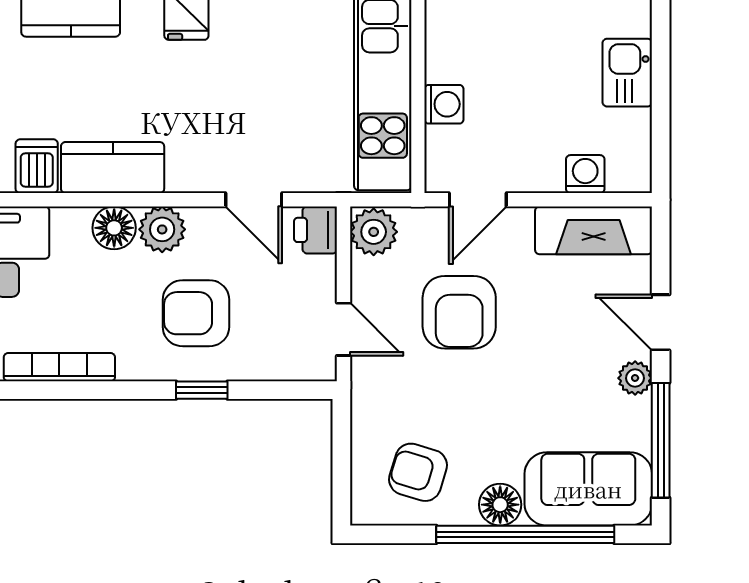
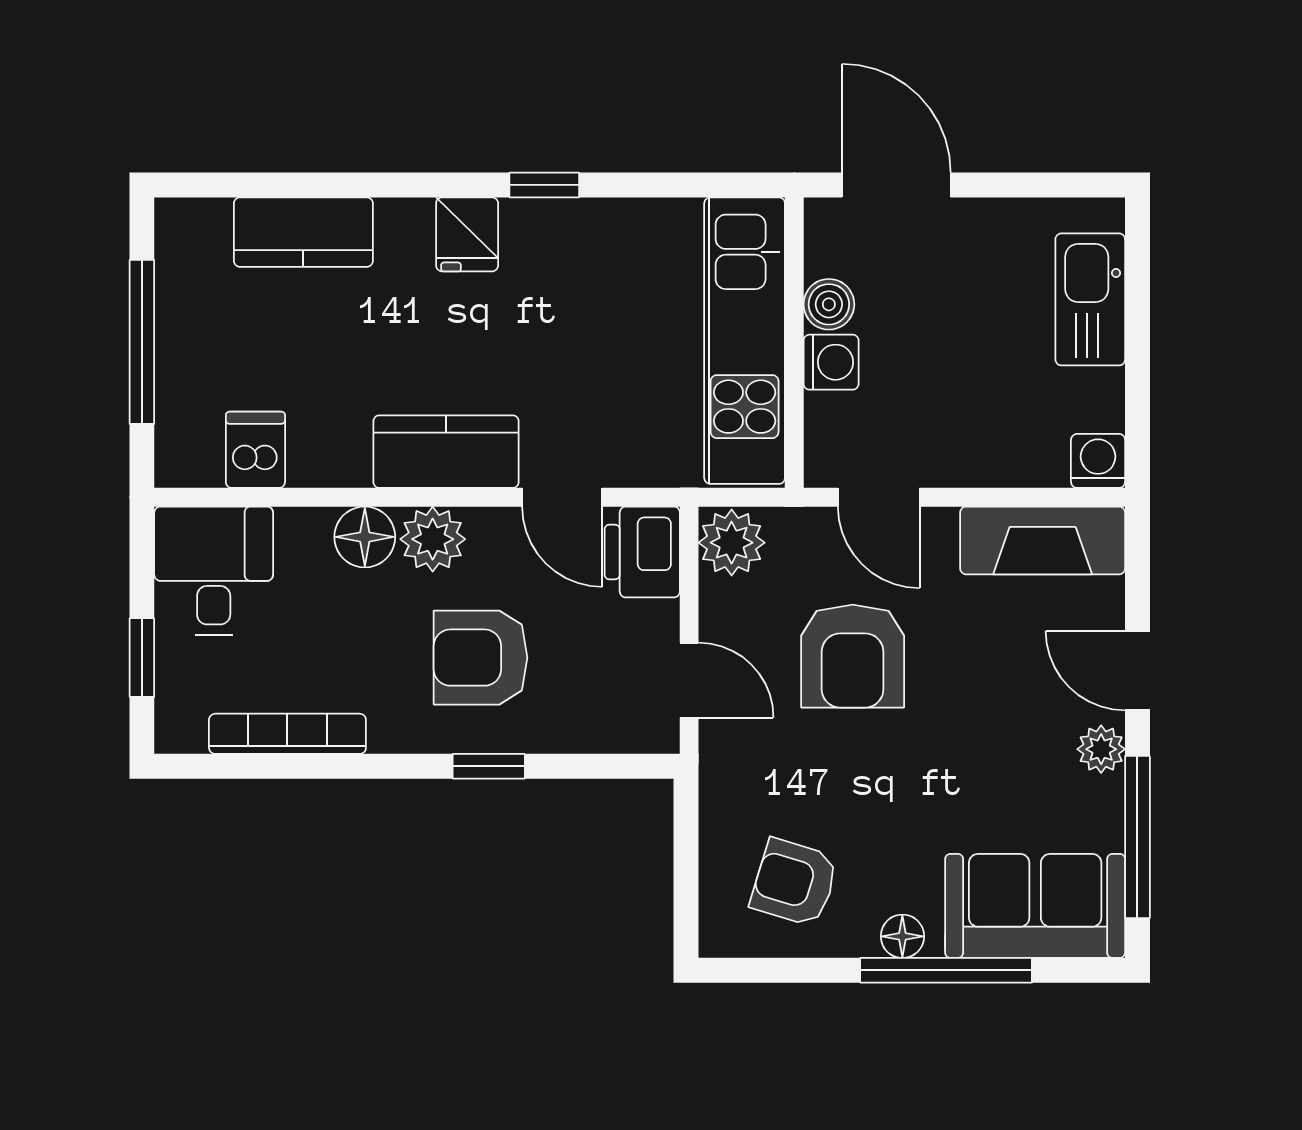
boiler: (442, 63) -> (829, 304), added
kitchen sink: (627, 73) -> (1090, 299), width x1.38
kitchen counter: (113, 168) -> (446, 452), moved
washing machine: (585, 174) -> (1098, 461), moved
door: (478, 200) -> (879, 497), hinge flipped
printer: (316, 230) -> (642, 552), width x1.36, depth x1.24
floor lamp: (500, 505) -> (902, 936), width x0.73, depth x0.73
window: (525, 534) -> (946, 970), width x0.68

